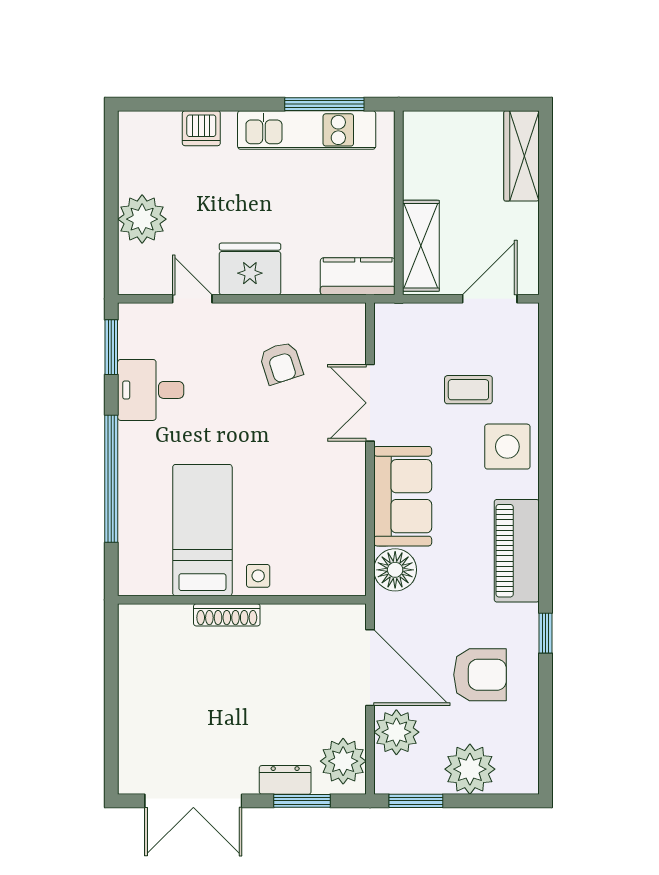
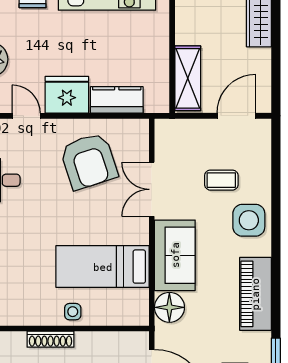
kitchen counter: (358, 276) -> (117, 100), moved
armchair: (281, 363) -> (89, 161), width x1.88, depth x1.88
bed: (202, 530) -> (103, 267), moved, turned -90

